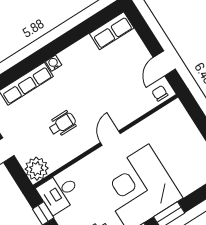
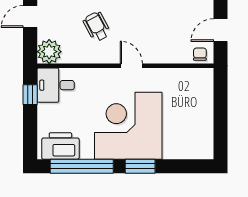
wheelchair: (62, 124) -> (97, 26), turned -118
door: (110, 138) -> (131, 66), hinge flipped

